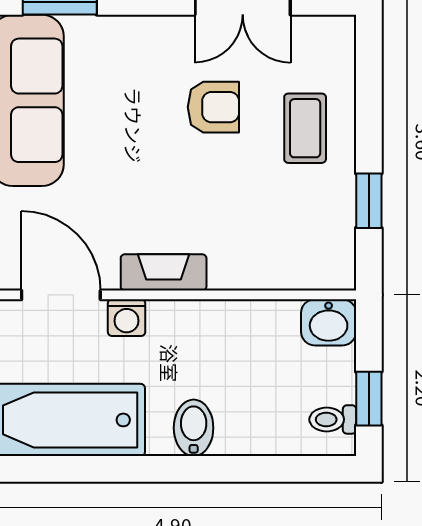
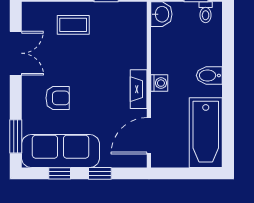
armchair: (213, 107) -> (58, 98), moved, turned 90
washing machine: (127, 318) -> (159, 83), moved

